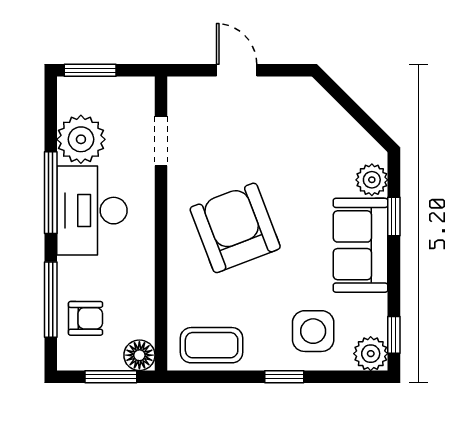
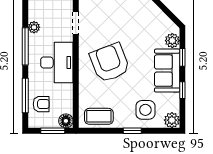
plant: (81, 139) -> (34, 27), width x0.53, depth x0.53
desk: (92, 211) -> (57, 63), moved, turned 180
window: (394, 335) -> (182, 90), moved

